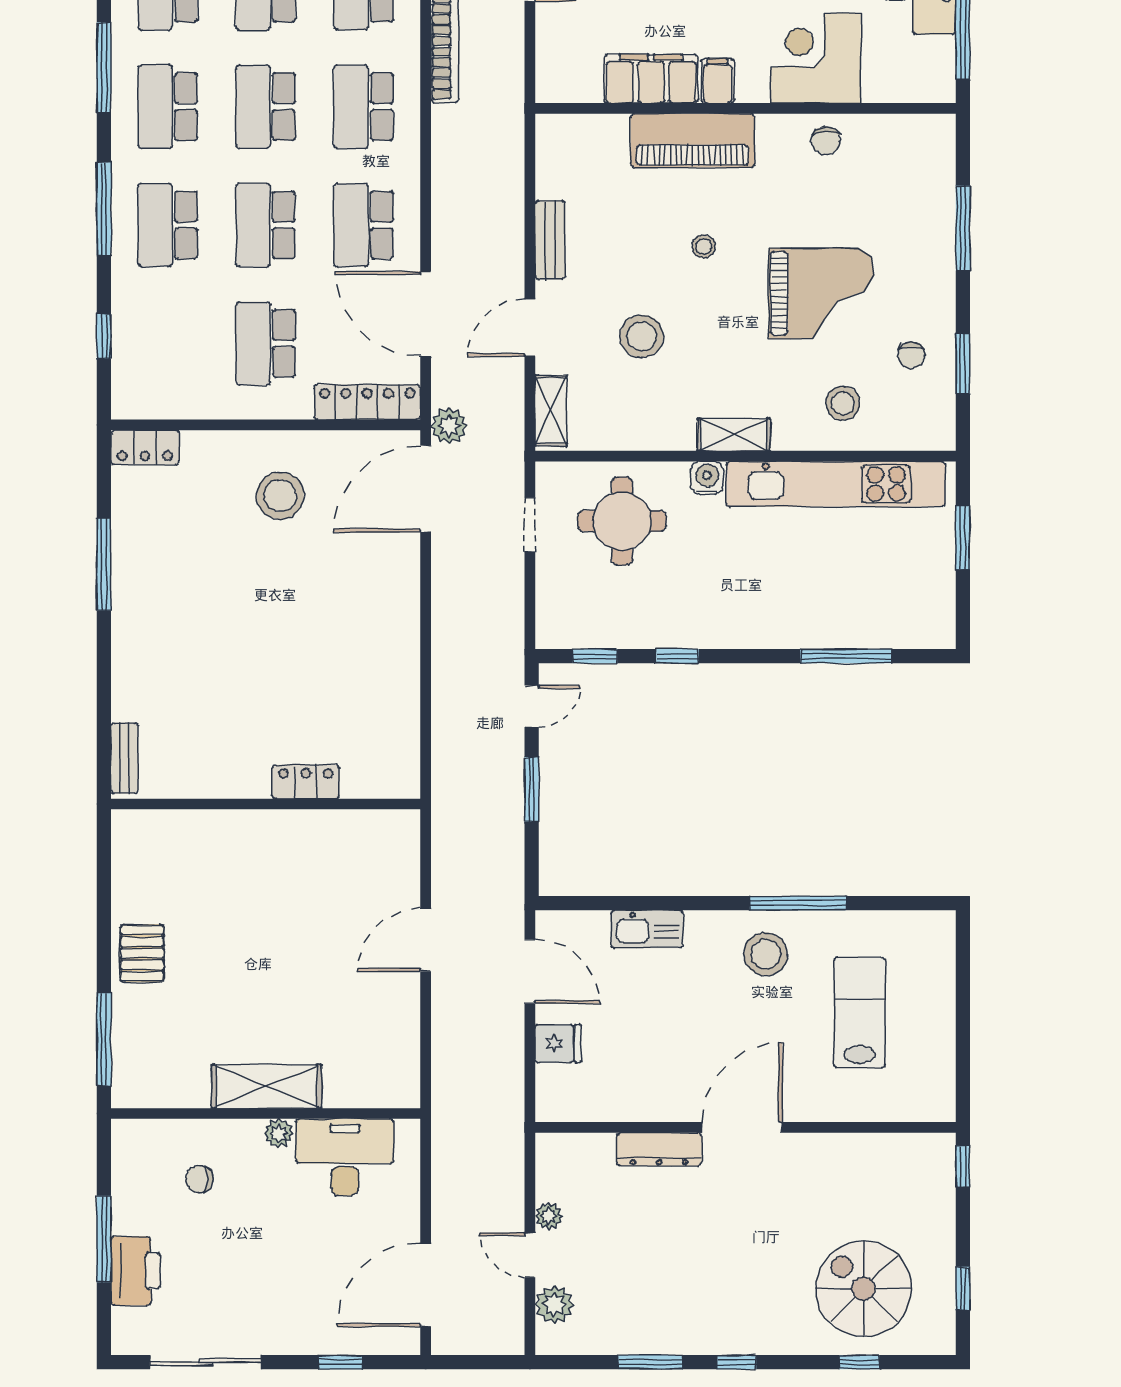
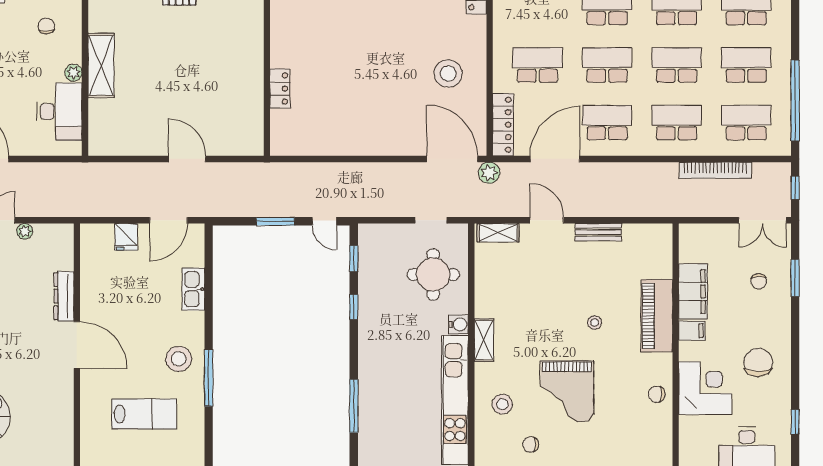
stool: (642, 336) -> (542, 286), removed

